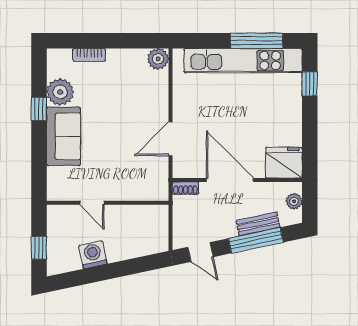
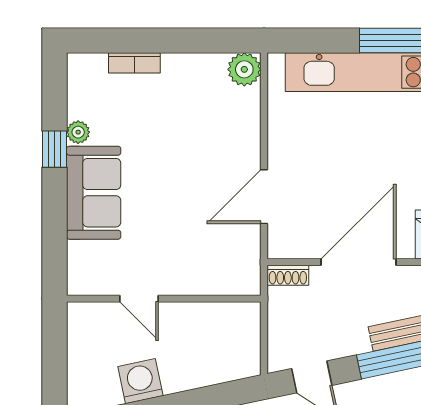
plant: (60, 92) -> (78, 132), width x0.53, depth x0.53
door: (230, 180) -> (359, 262), hinge flipped
window: (39, 248) -> (55, 370), removed

